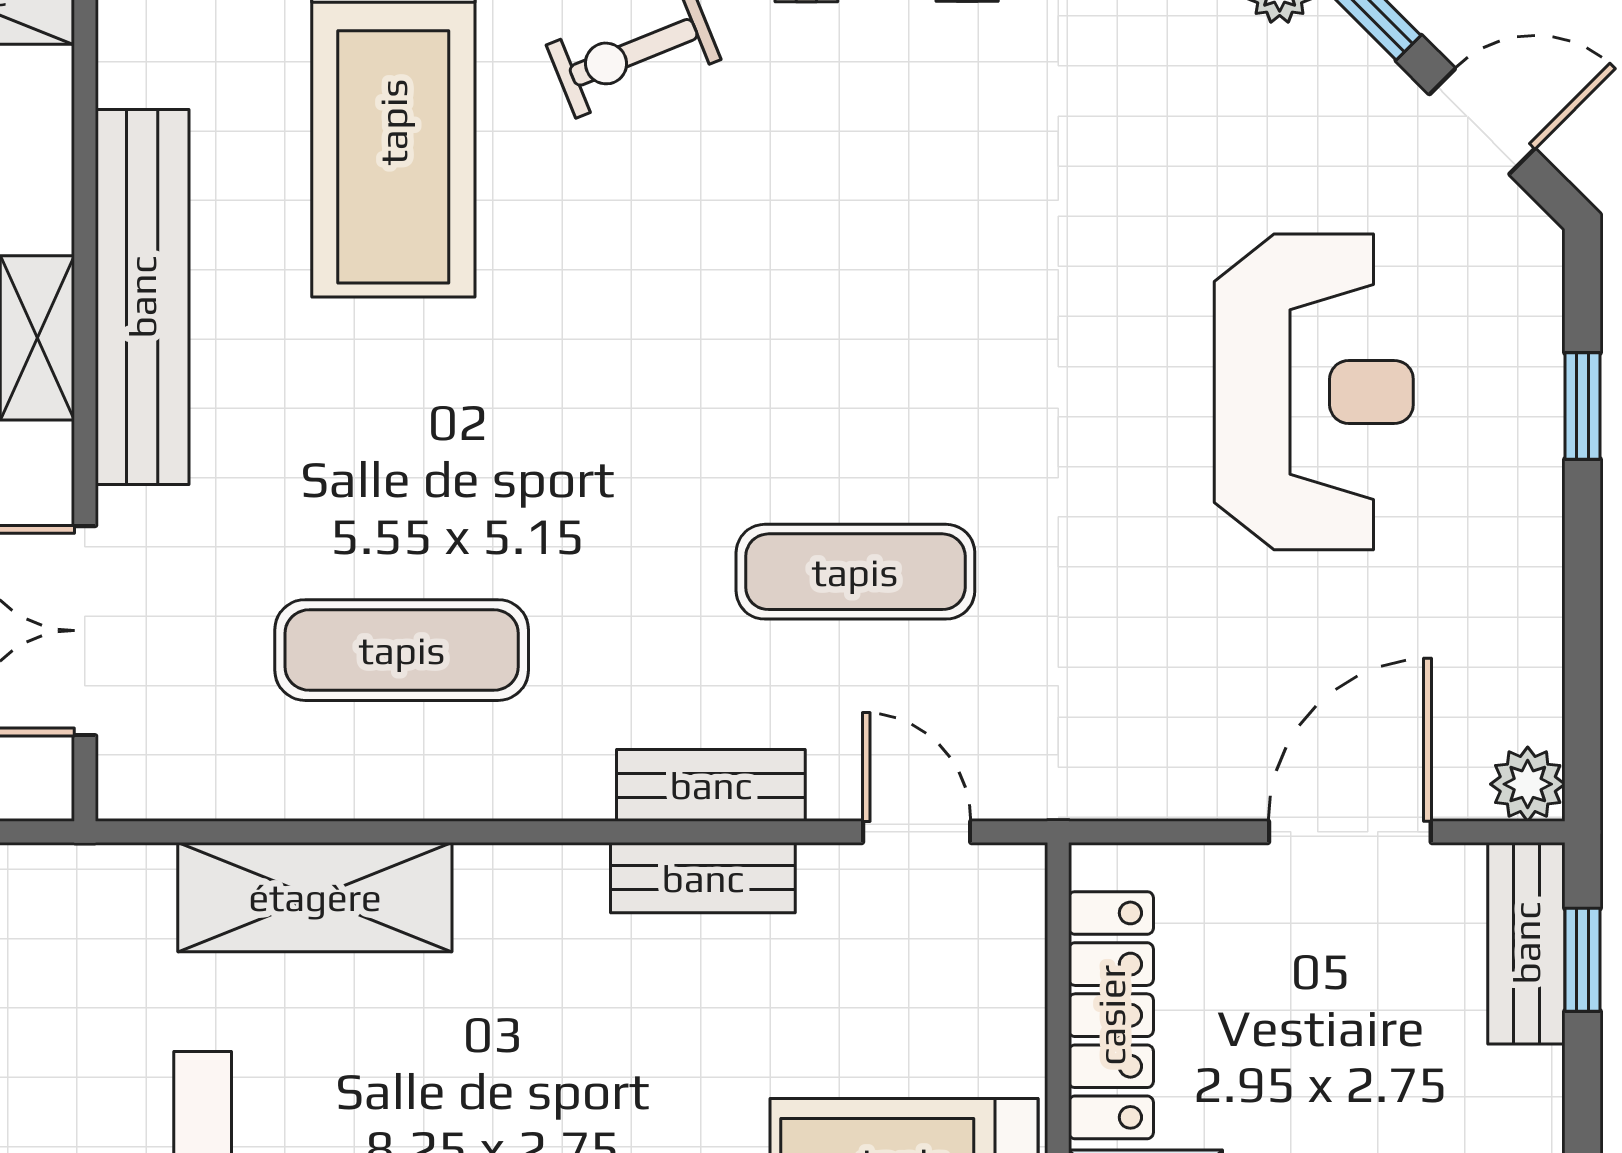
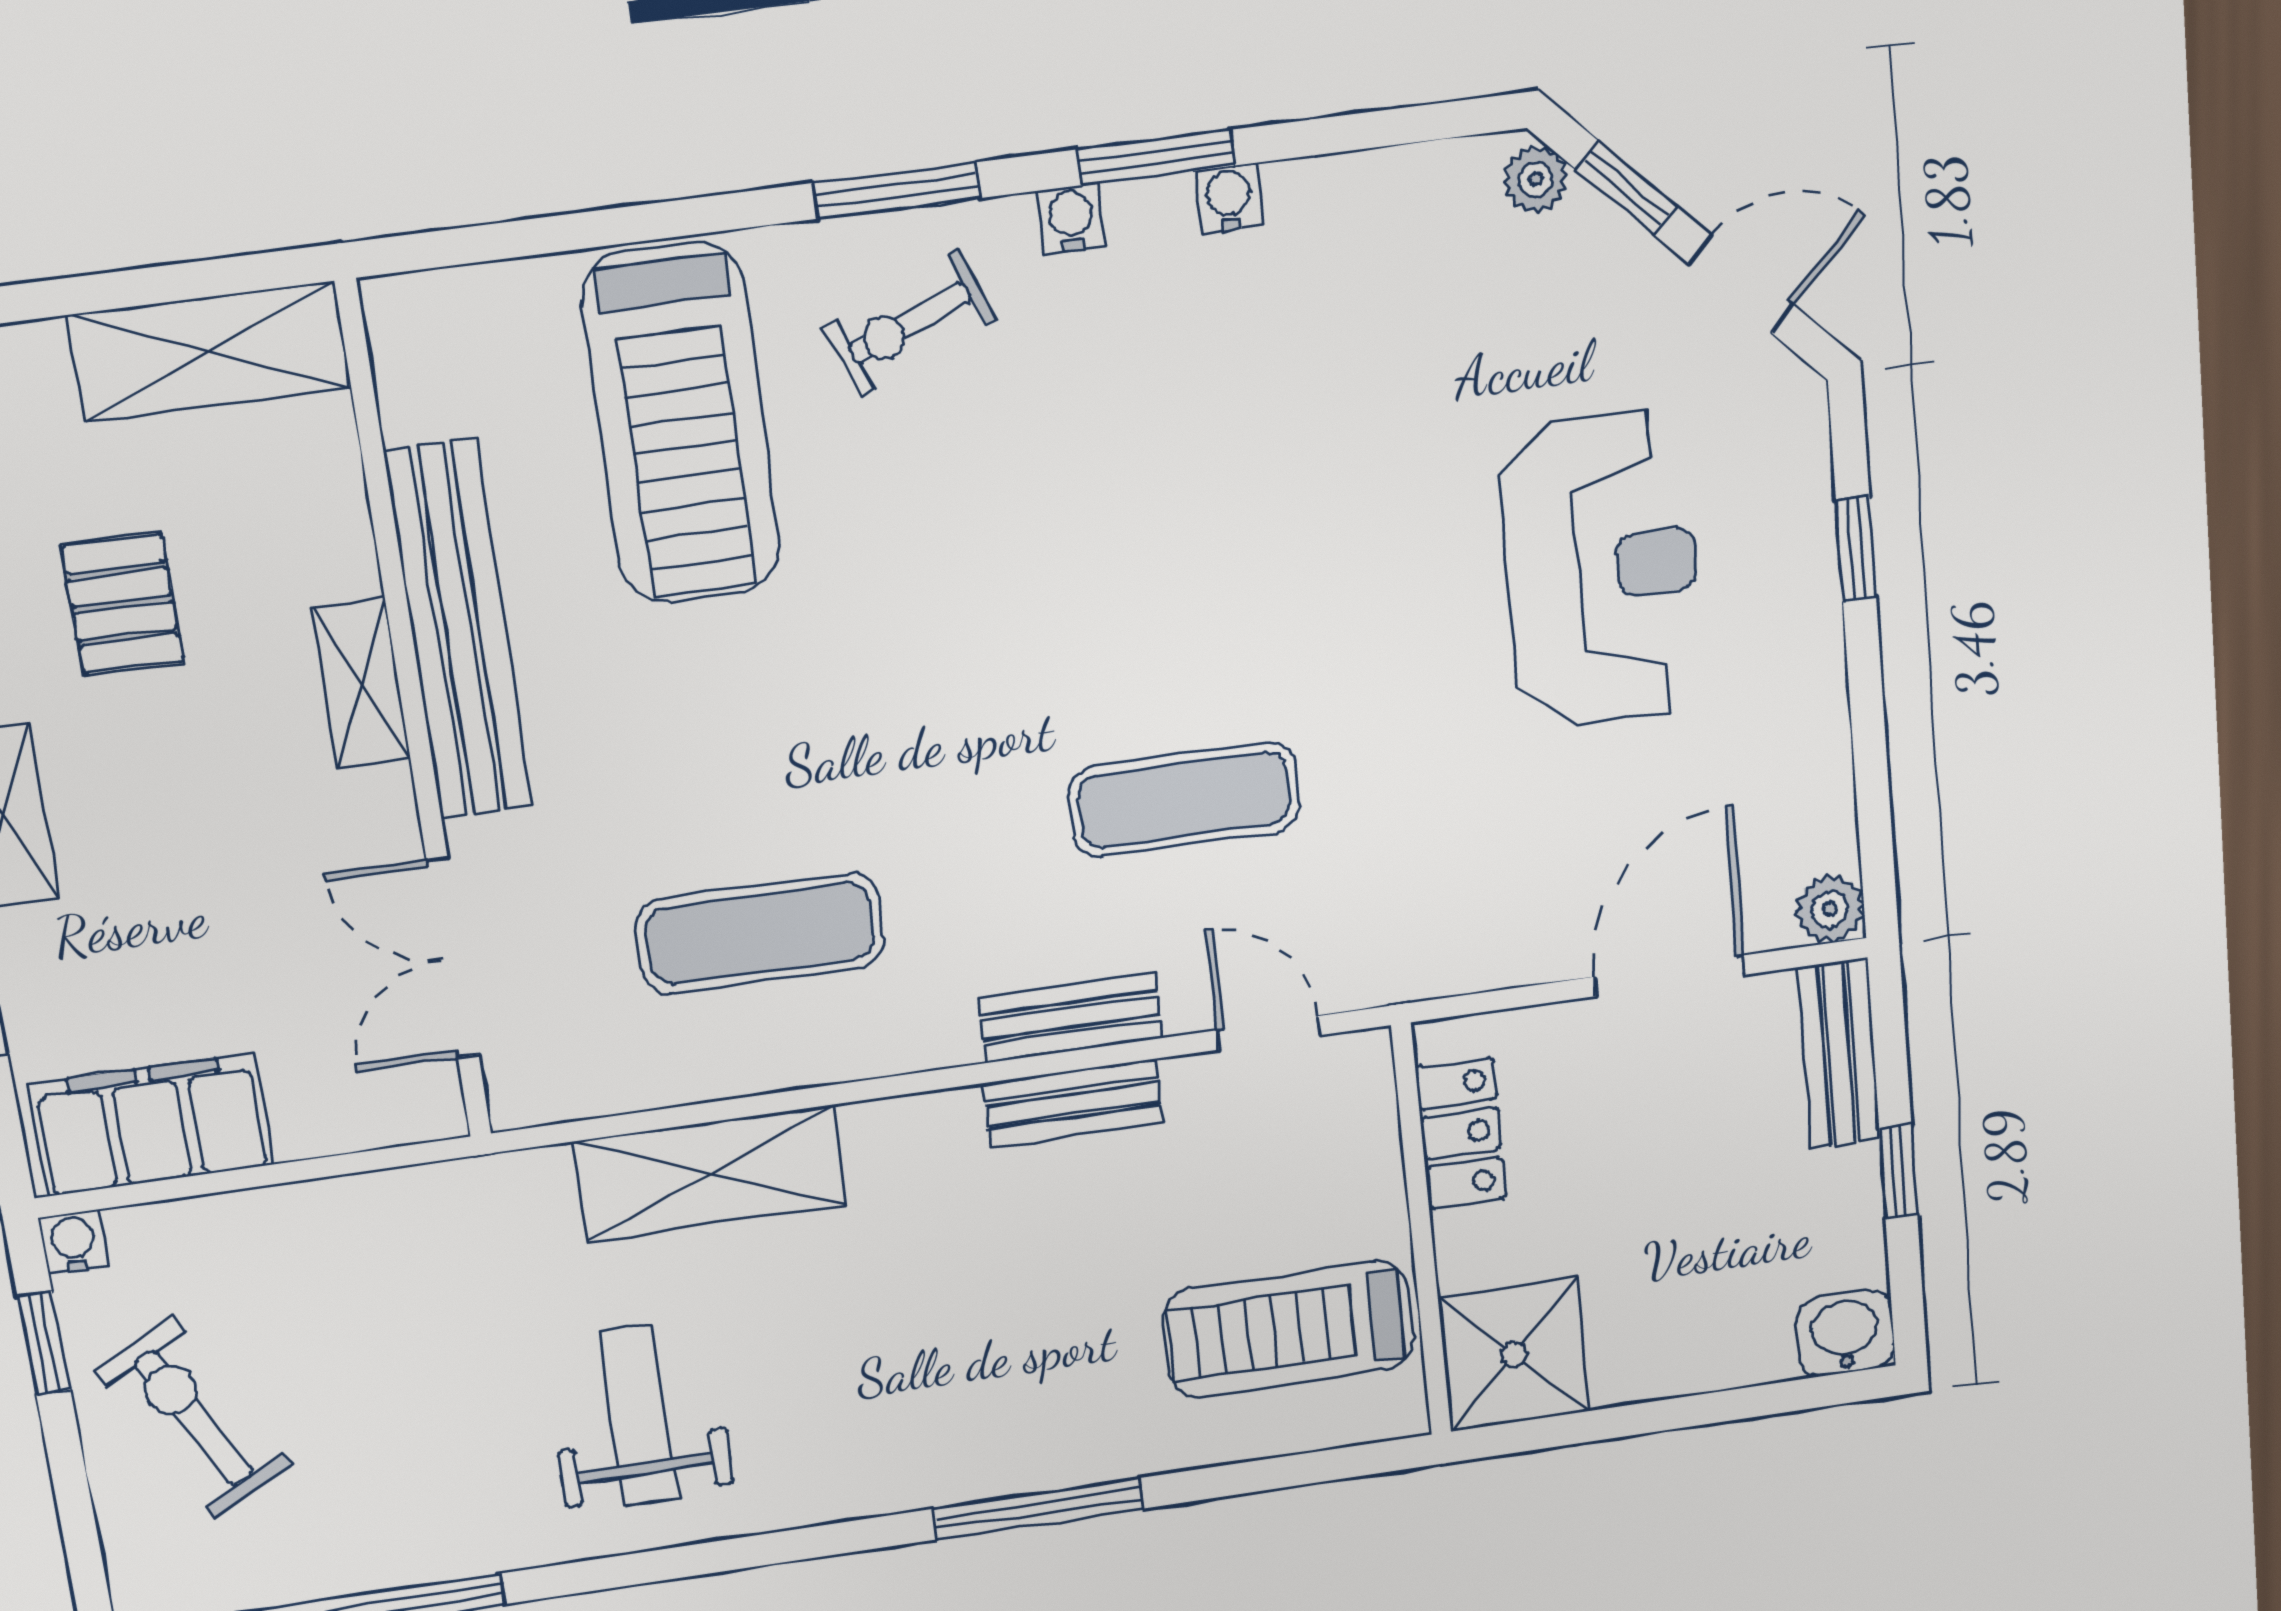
window: (1583, 960) -> (1898, 1171), moved
locker: (1111, 1015) -> (1461, 1133), width x0.66

